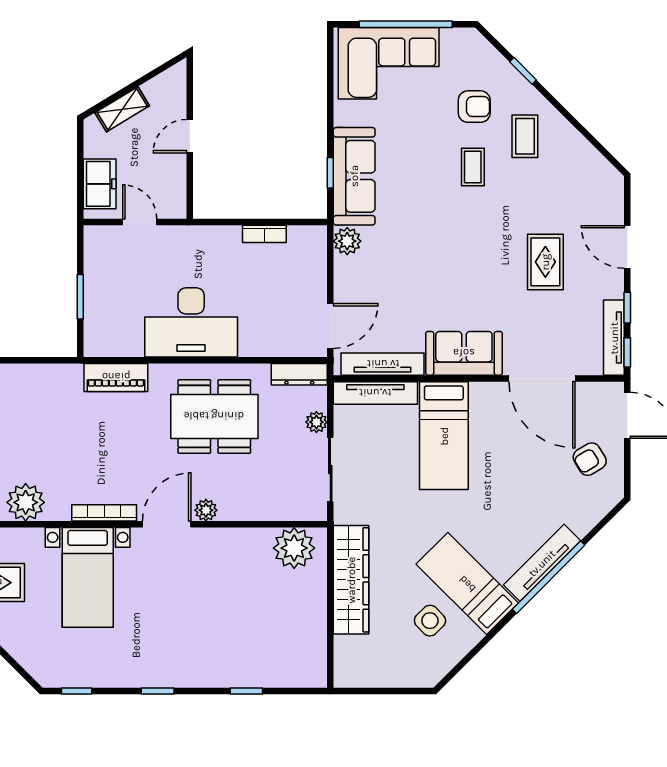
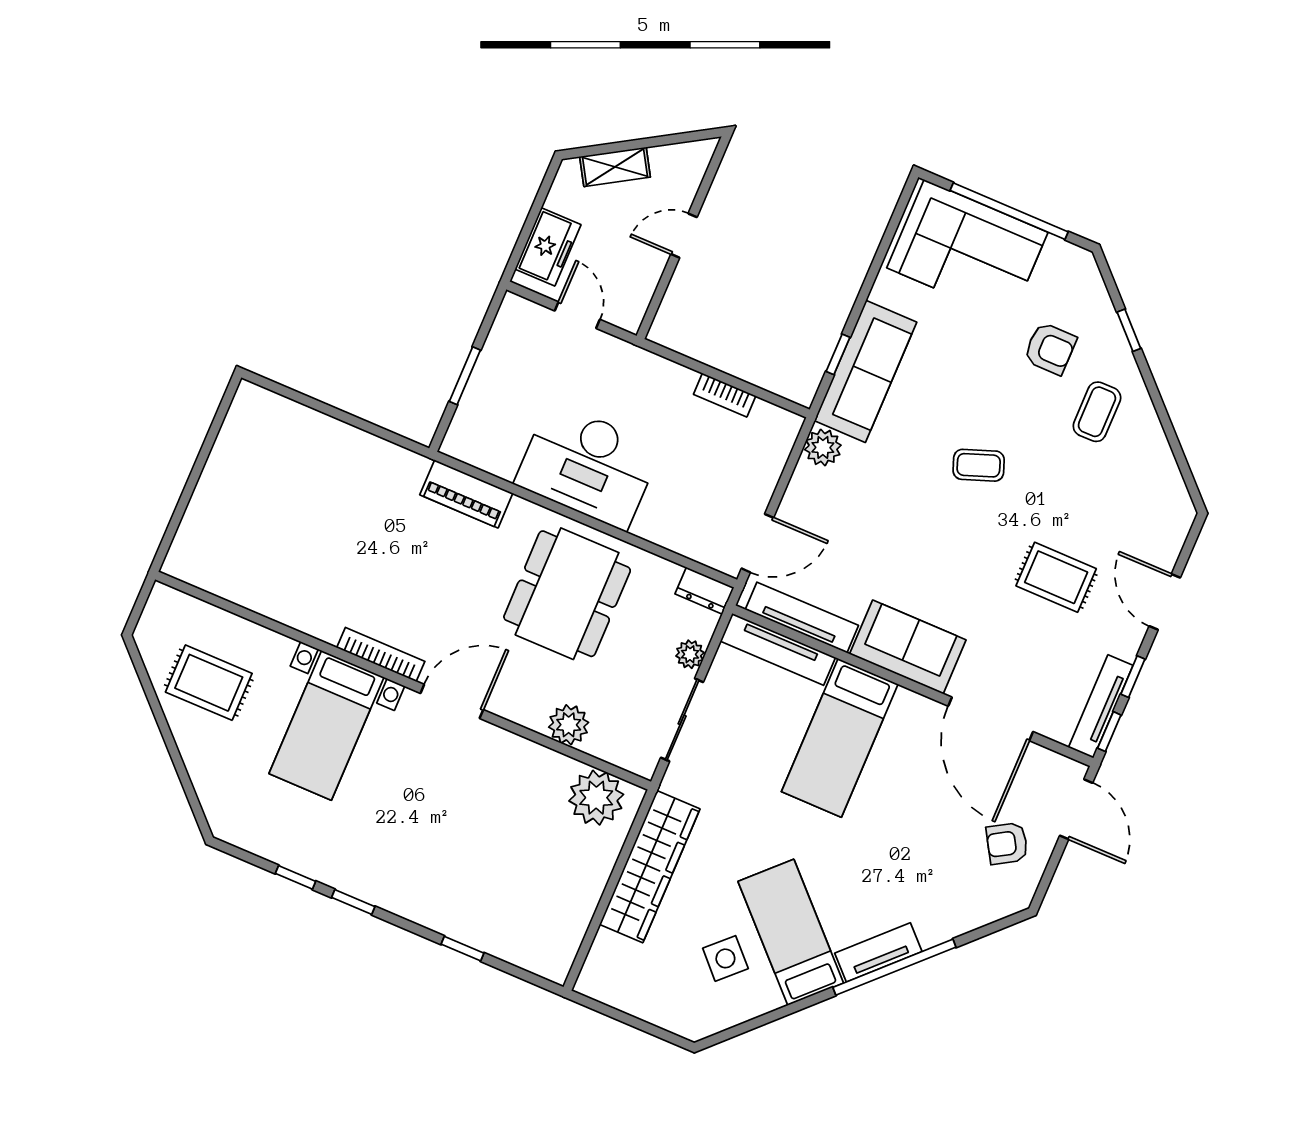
coffee table: (473, 167) -> (979, 465), moved, turned 70
rug: (545, 262) -> (1056, 577), turned 90
dresser: (299, 374) -> (704, 591), width x0.70
dining table: (214, 416) -> (567, 594), turned 90
plant: (26, 502) -> (290, 600), removed
plant: (206, 510) -> (569, 725), moved, width x1.38, depth x1.38
tv unit: (542, 563) -> (878, 952), width x0.71
window: (77, 691) -> (295, 877), moved

